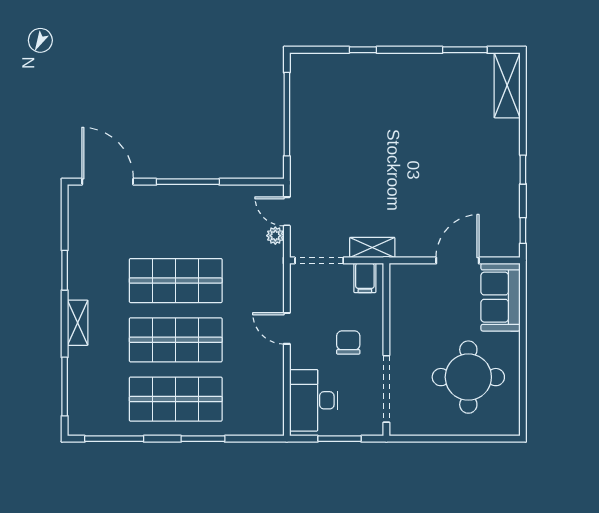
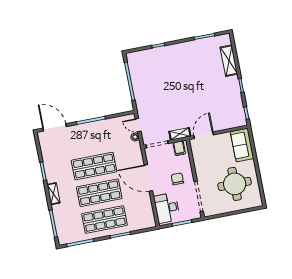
shelving: (507, 85) -> (229, 61), moved
door: (457, 260) -> (204, 135), moved
door: (287, 328) -> (148, 178), width x1.88

